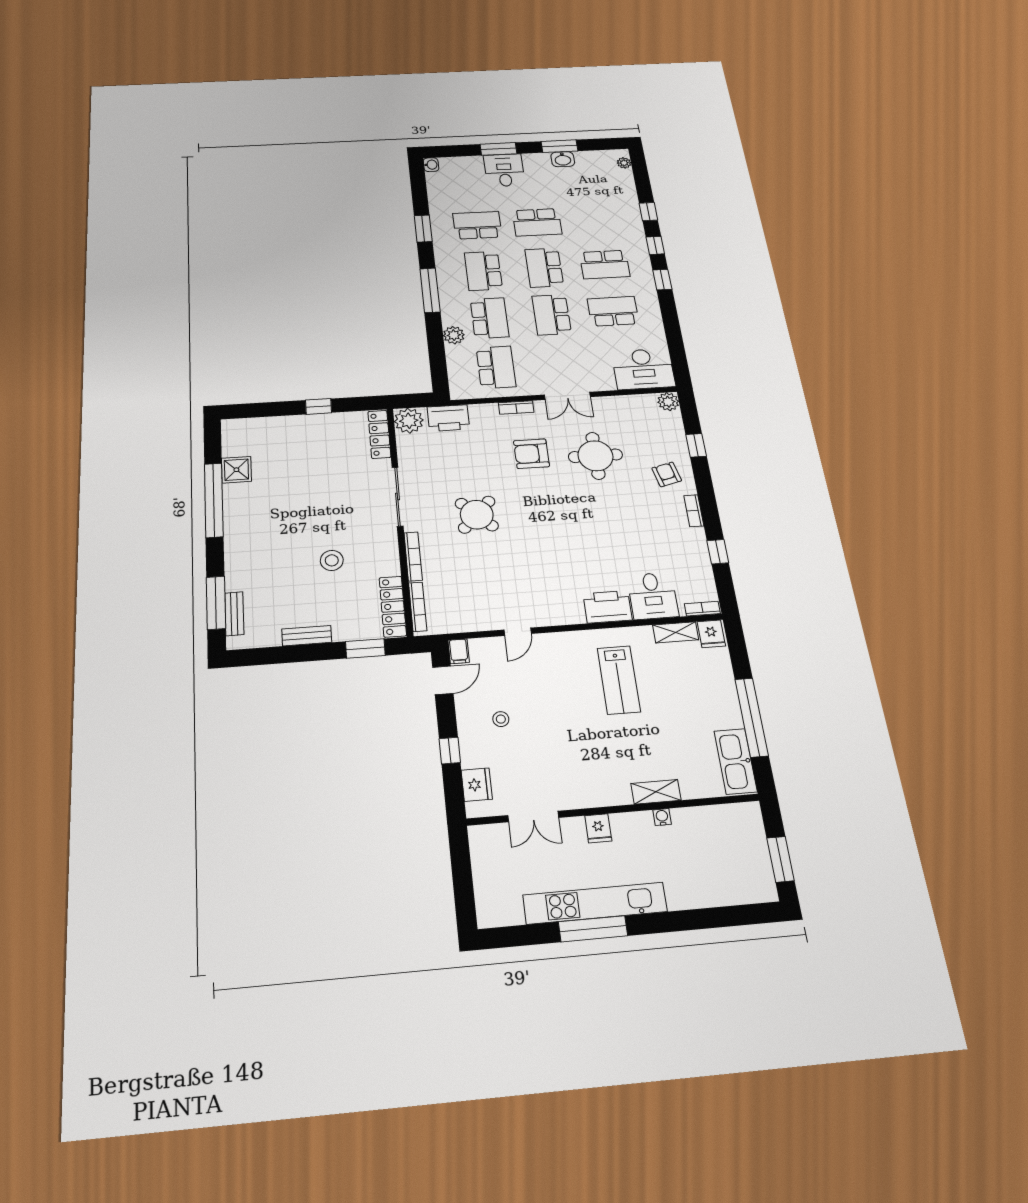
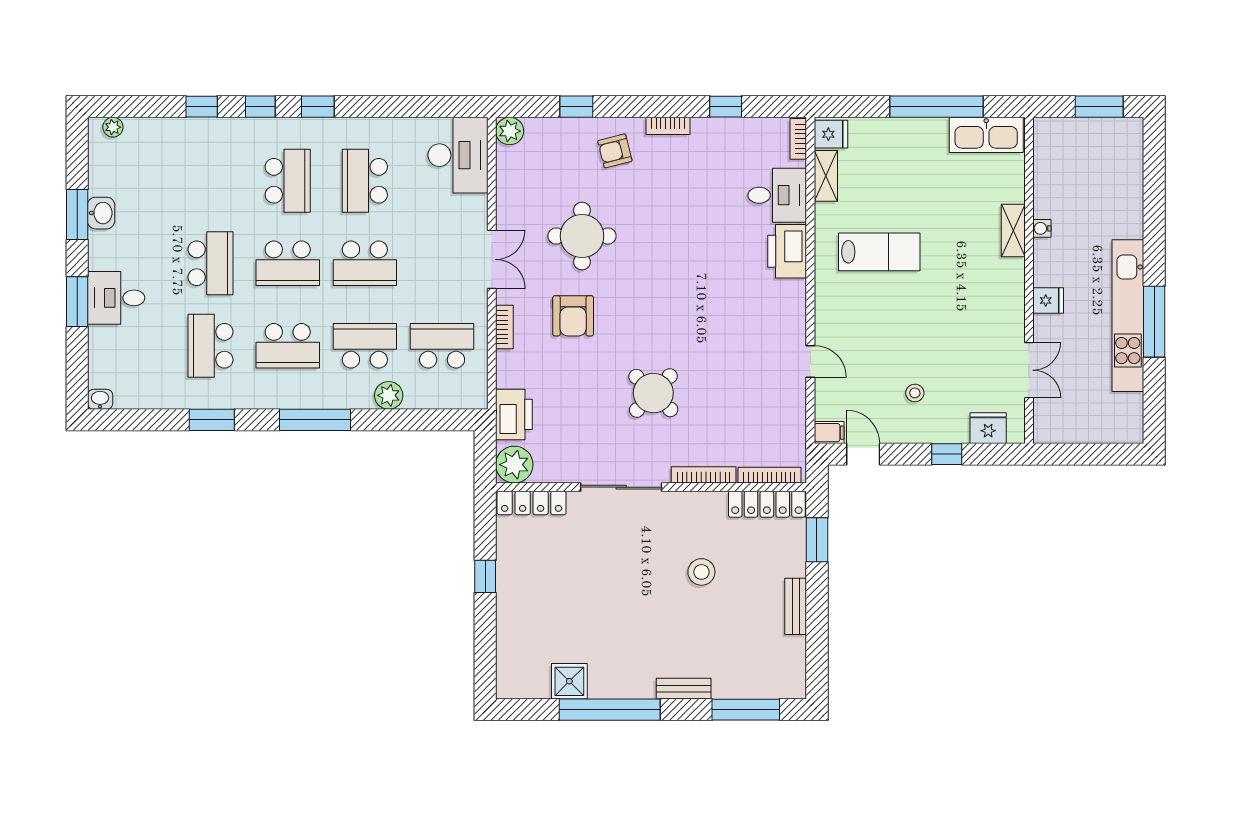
bench: (234, 614) -> (684, 689), moved

